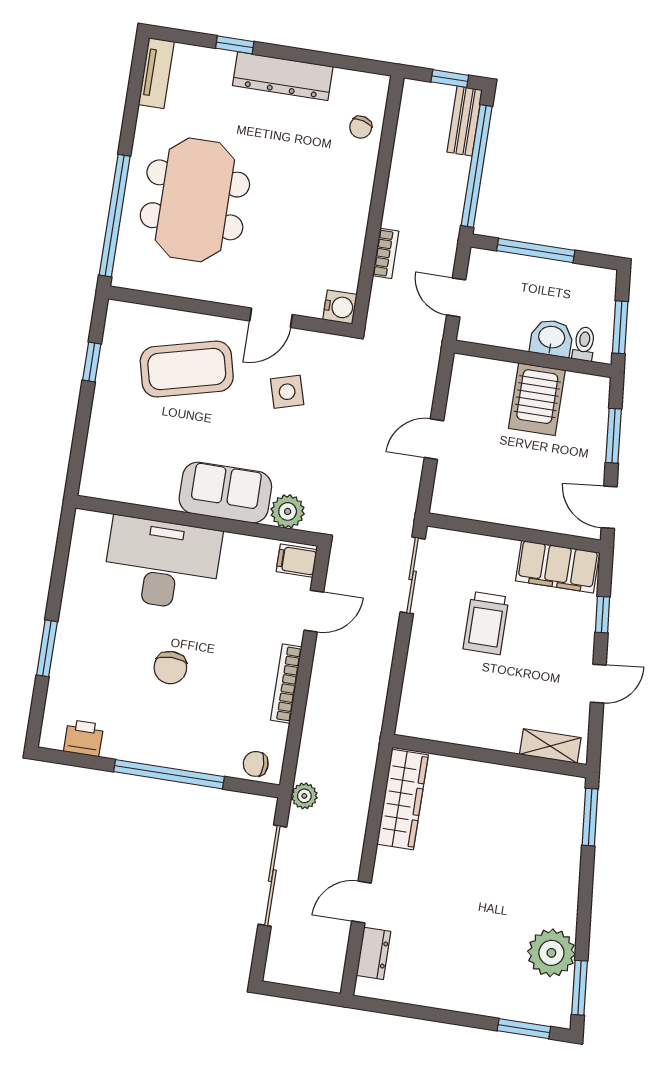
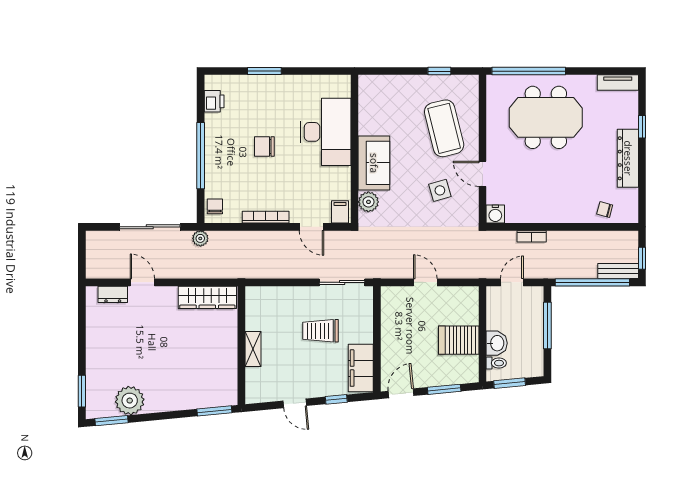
shelving: (550, 746) -> (253, 349), moved

